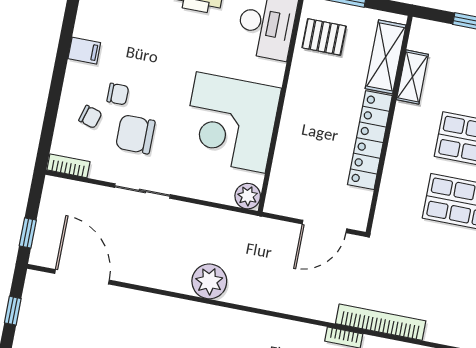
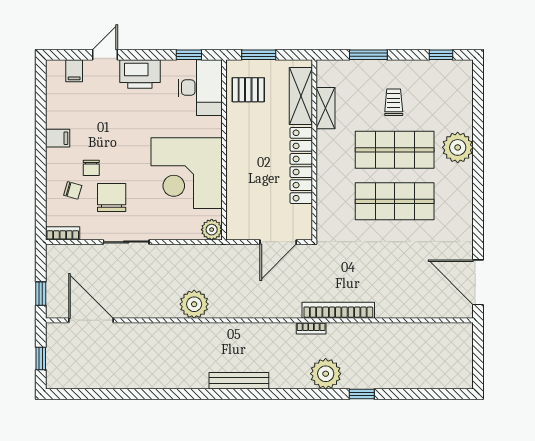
chair: (118, 94) -> (91, 168), turned 90
chair: (135, 134) -> (112, 197), turned 90

